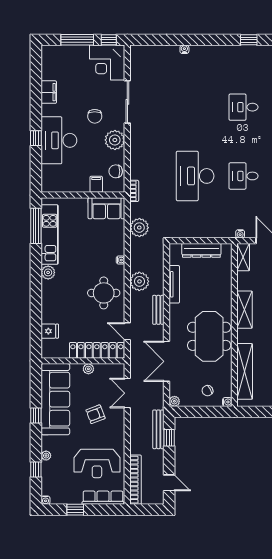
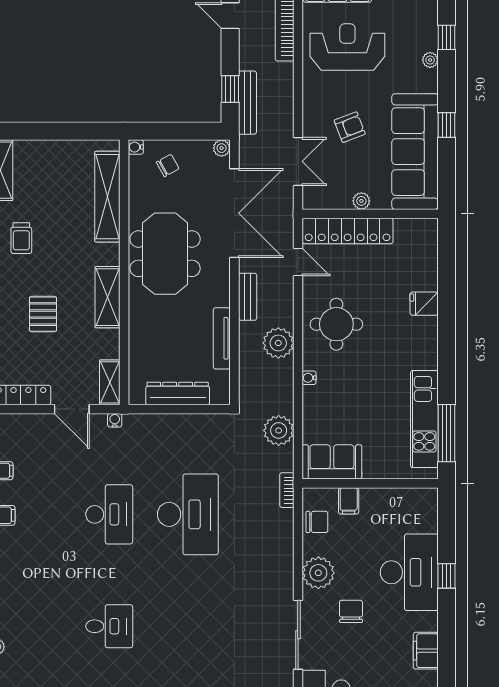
desk: (244, 176) -> (109, 514), width x1.37
plant: (48, 272) -> (427, 358), removed
fridge: (50, 331) -> (424, 304), moved
double door: (167, 361) -> (234, 213), width x1.36

